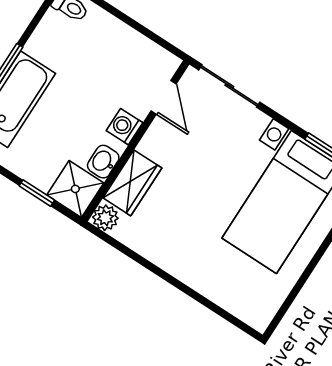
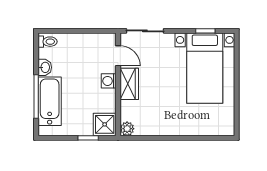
washbasin: (103, 162) -> (45, 67), moved, turned 180
wardrobe: (132, 183) -> (129, 84), moved

